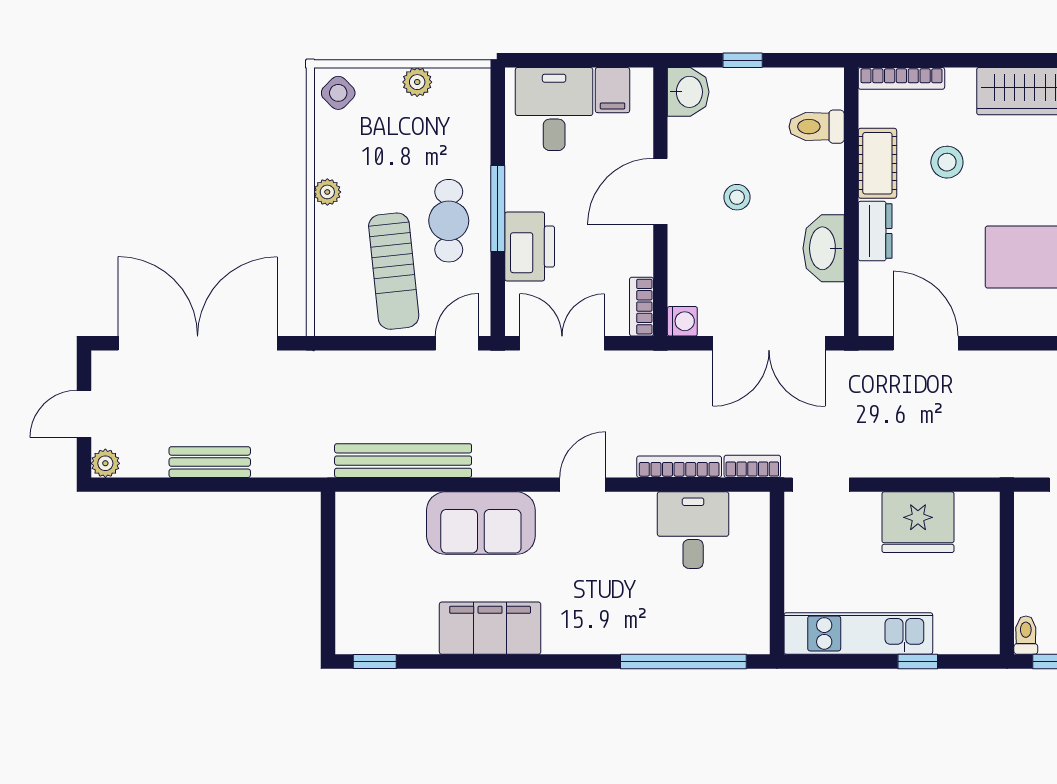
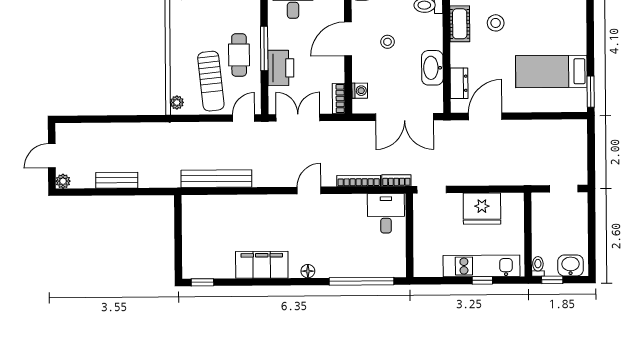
plant: (327, 192) -> (177, 102), moved
dresser: (875, 231) -> (459, 83), moved
washing machine: (682, 321) -> (360, 91), moved
double door: (198, 343) -> (110, 119), removed
door: (926, 343) -> (485, 116), hinge flipped
sofa: (481, 523) -> (257, 211), removed
desk: (693, 530) -> (386, 213), moved
kitchen unit: (858, 633) -> (482, 266), moved
floor lamp: (579, 641) -> (308, 271), added

